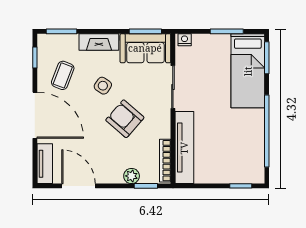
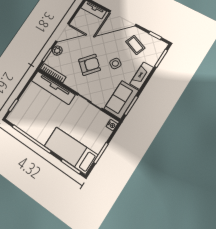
door: (78, 186) -> (62, 33), moved

